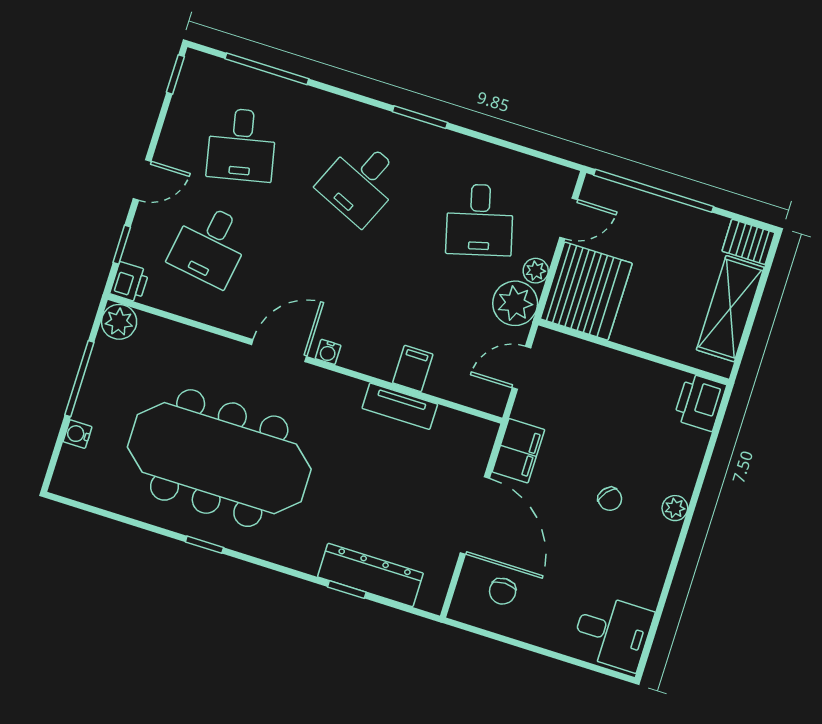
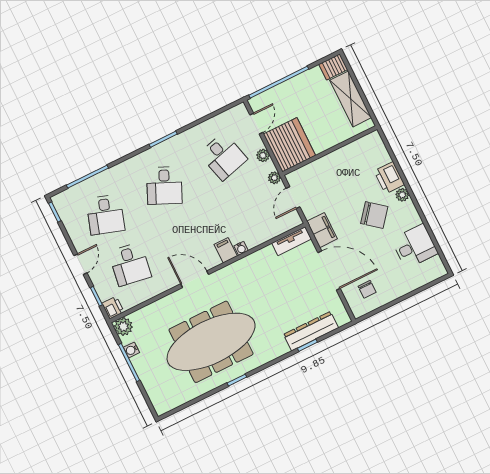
desk: (242, 145) -> (105, 215), turned 30
plant: (515, 303) -> (274, 178), width x0.53, depth x0.53
door: (279, 351) -> (195, 279), hinge flipped
water cooler: (328, 352) -> (241, 248), moved
filing cabinet: (413, 369) -> (226, 250), moved
printer: (700, 402) -> (389, 178), moved
tv unit: (400, 406) -> (292, 241), moved
water cooler: (77, 434) -> (132, 350), moved
chair: (610, 499) -> (374, 215), width x1.87, depth x1.87
desk: (612, 632) -> (415, 246), moved

